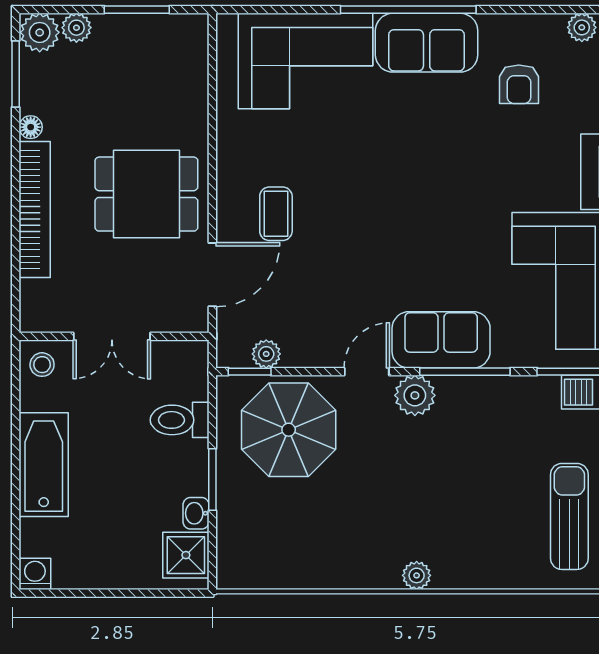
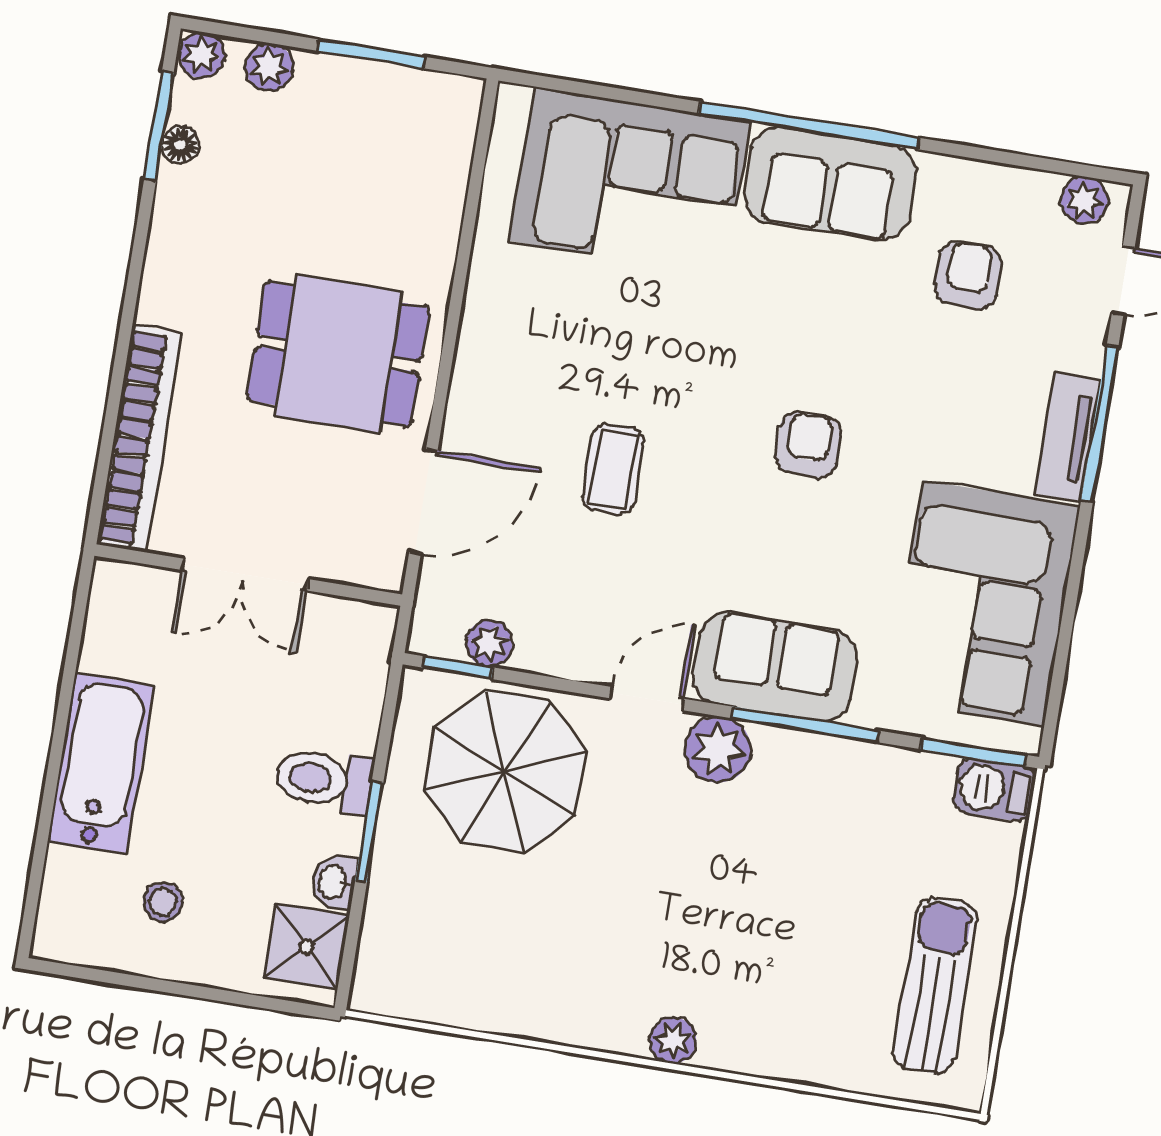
plant: (40, 32) -> (201, 55), width x0.73, depth x0.73
armchair: (519, 84) -> (968, 275), turned 180
floor lamp: (31, 127) -> (181, 145), moved
armchair: (439, 202) -> (808, 444), added
bookcase: (35, 209) -> (139, 439), moved
coffee table: (276, 214) -> (613, 469), moved
stool: (42, 365) -> (163, 902), moved
toilet: (180, 420) -> (324, 780), moved
washing machine: (35, 574) -> (58, 937), removed

